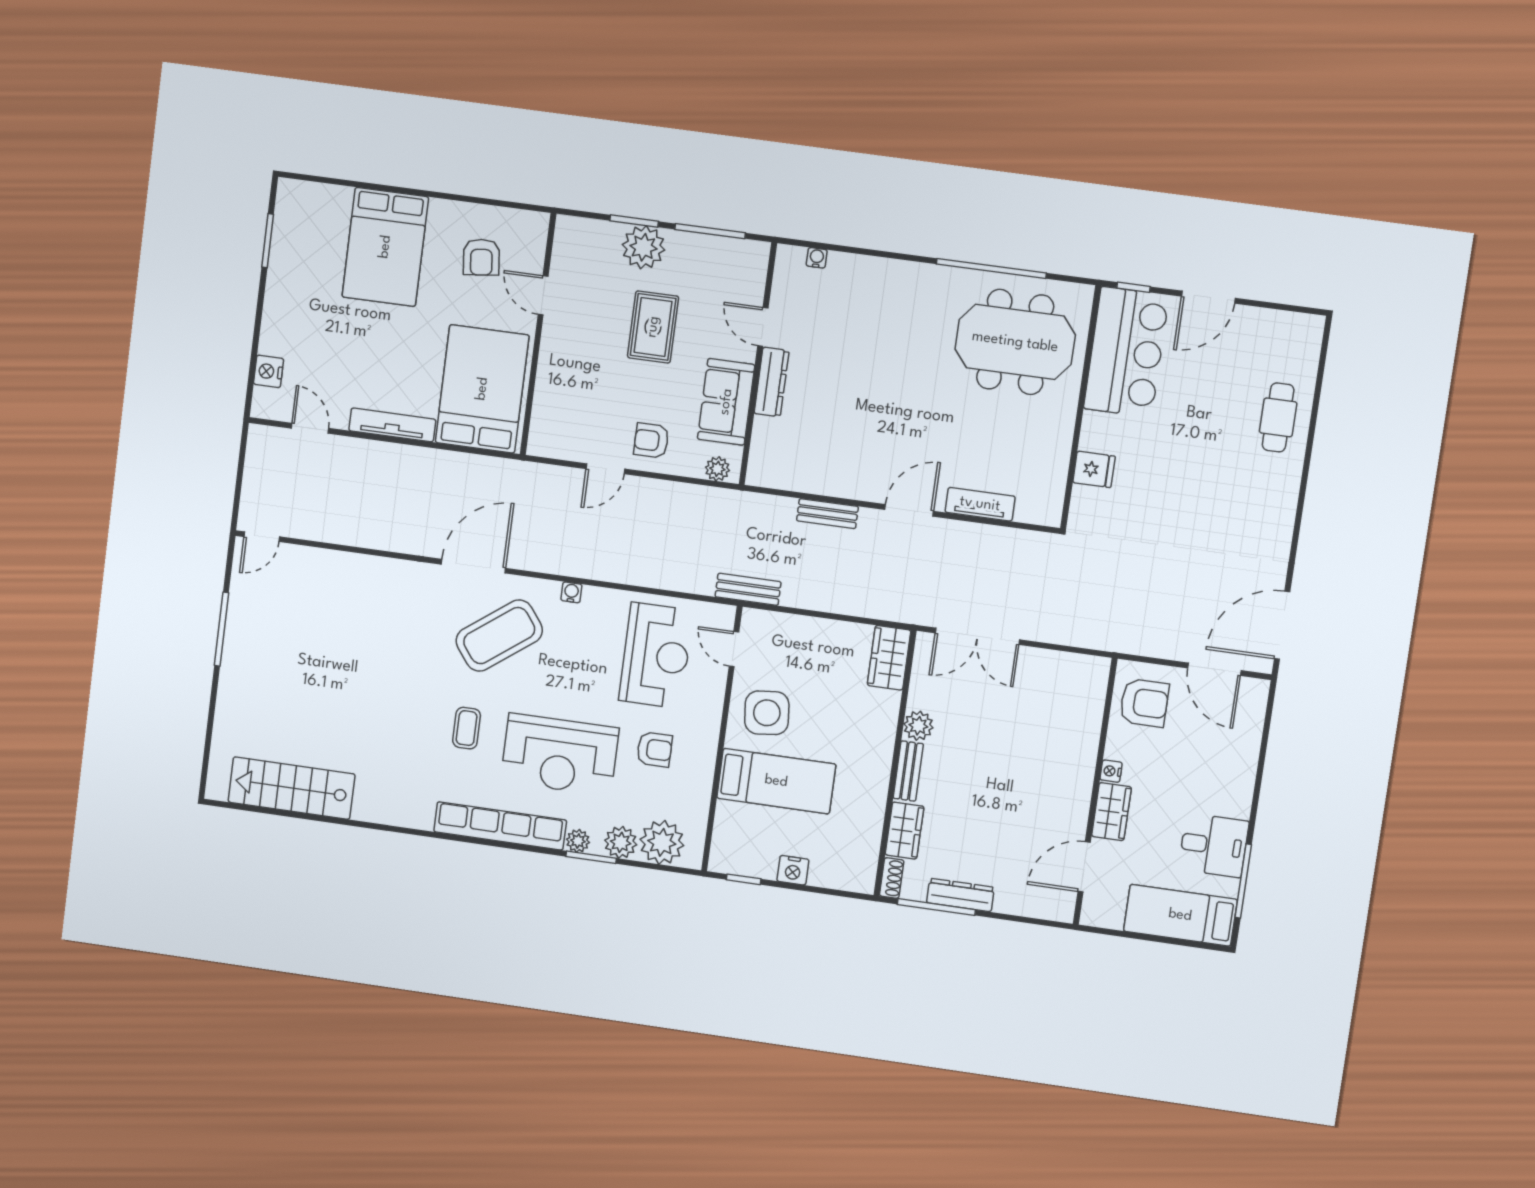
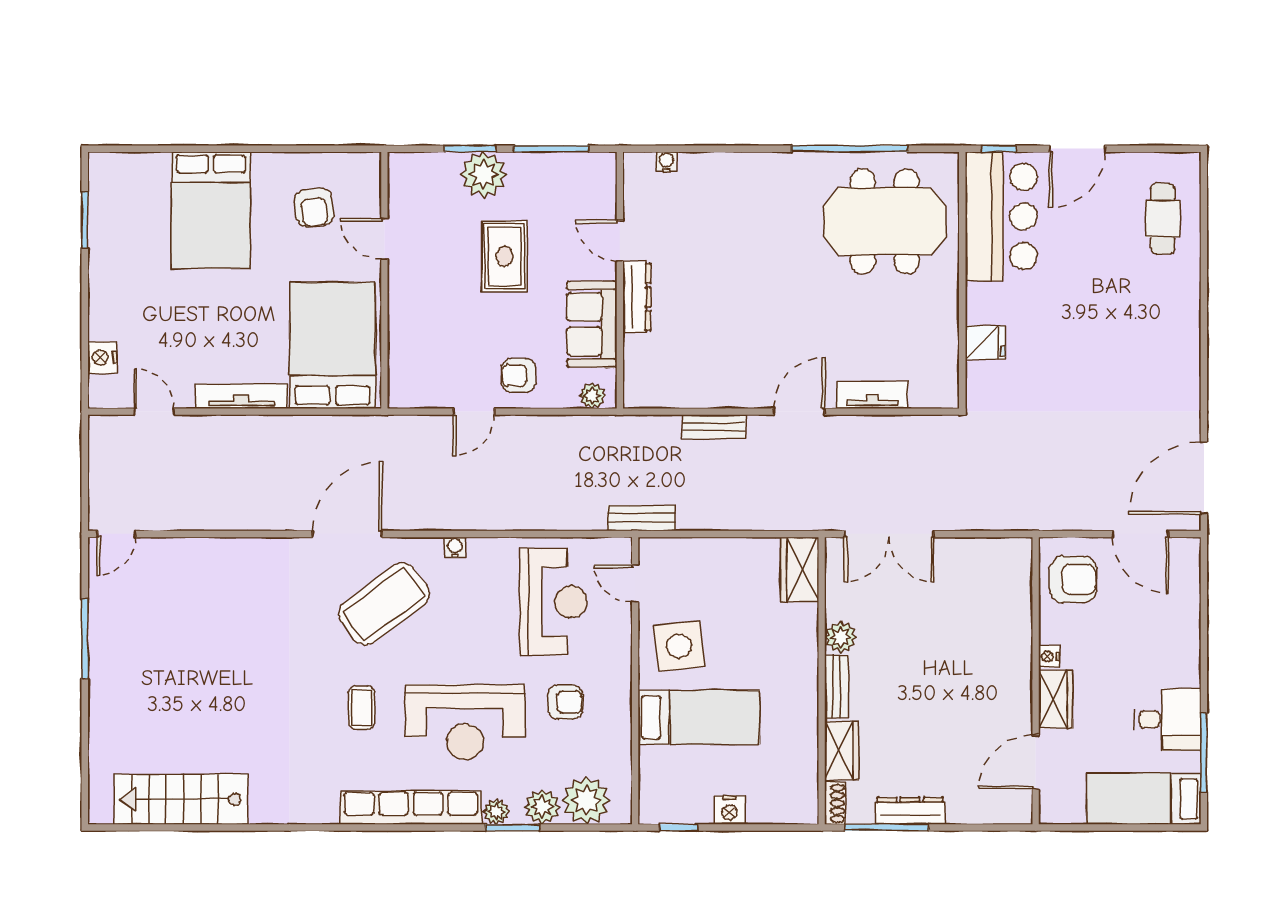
cafe table: (1278, 417) -> (1163, 219), moved

